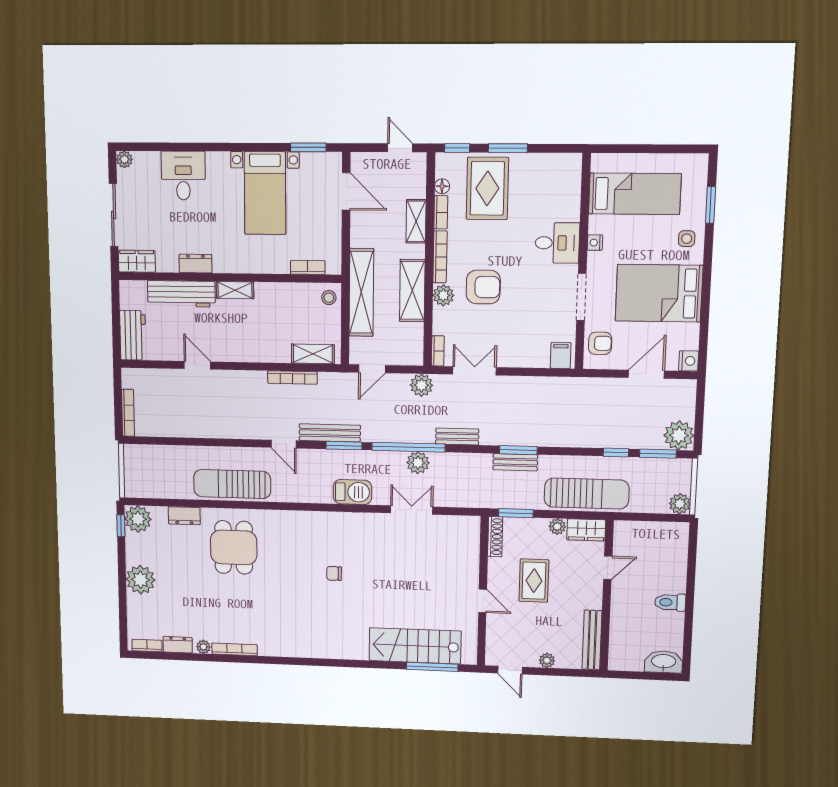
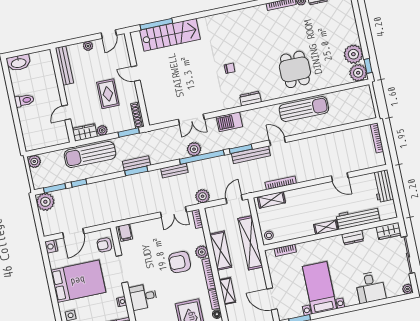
dresser: (184, 516) -> (250, 99), moved
plant: (140, 580) -> (353, 54), moved
door: (510, 670) -> (109, 34), swing flipped

